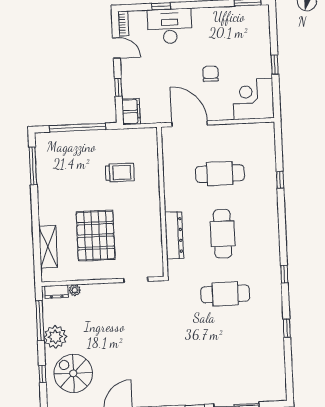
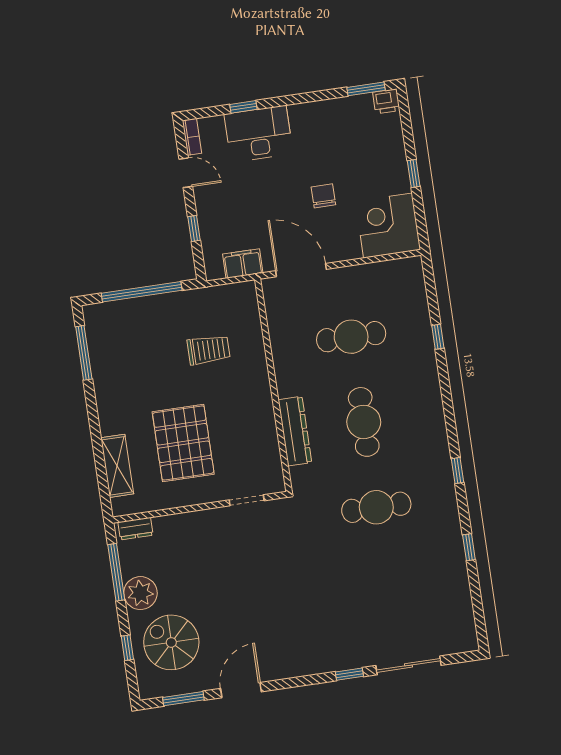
printer: (261, 13) -> (386, 101), added
filing cabinet: (131, 112) -> (243, 263), moved, turned -90
plant: (75, 290) -> (161, 524), removed

